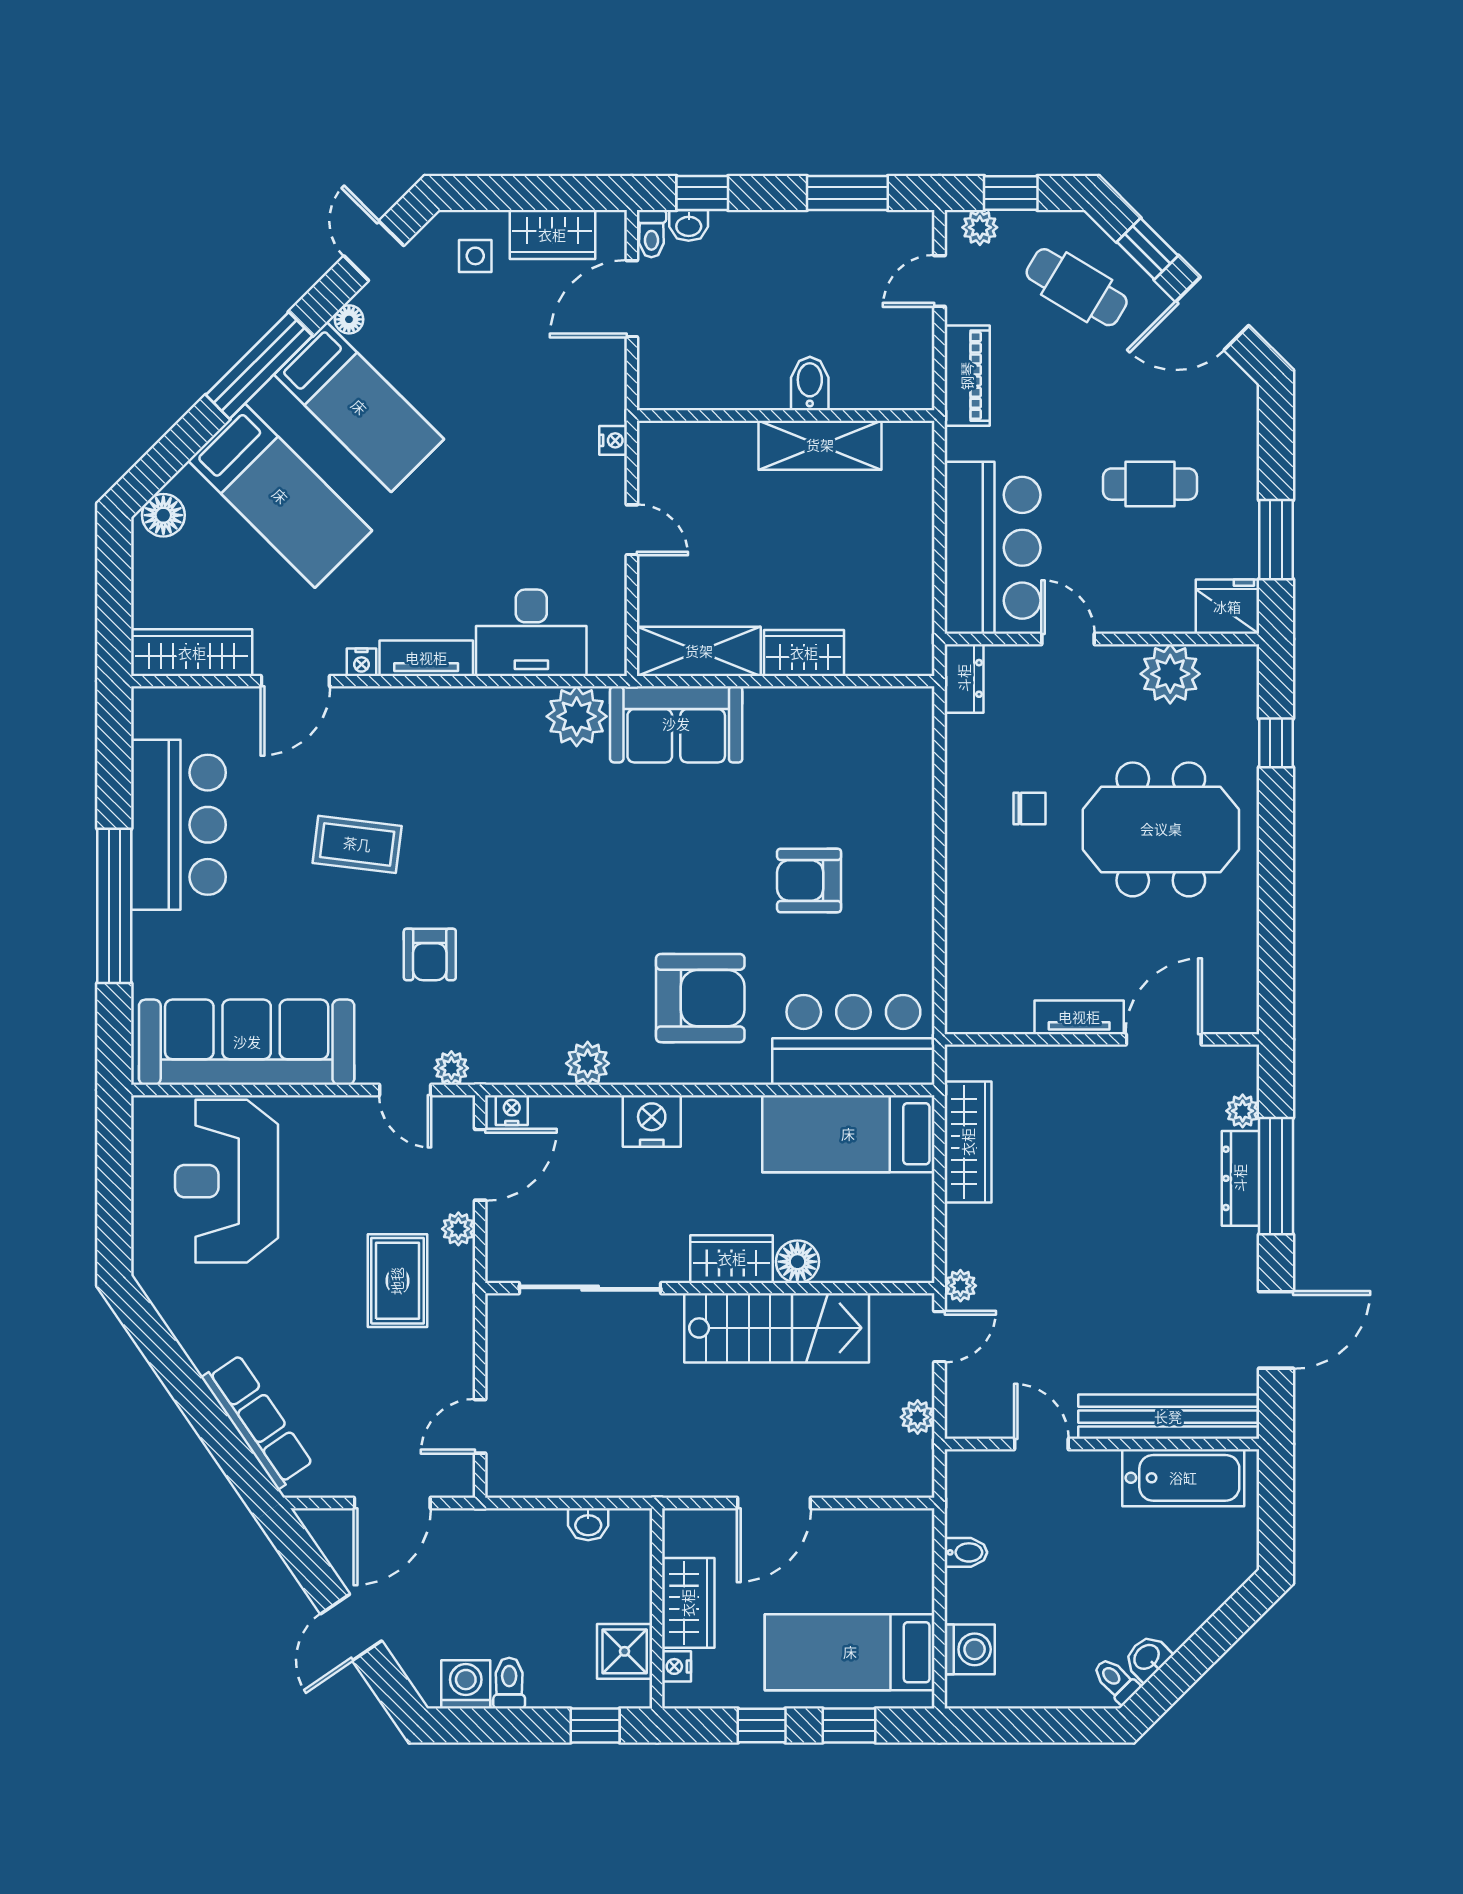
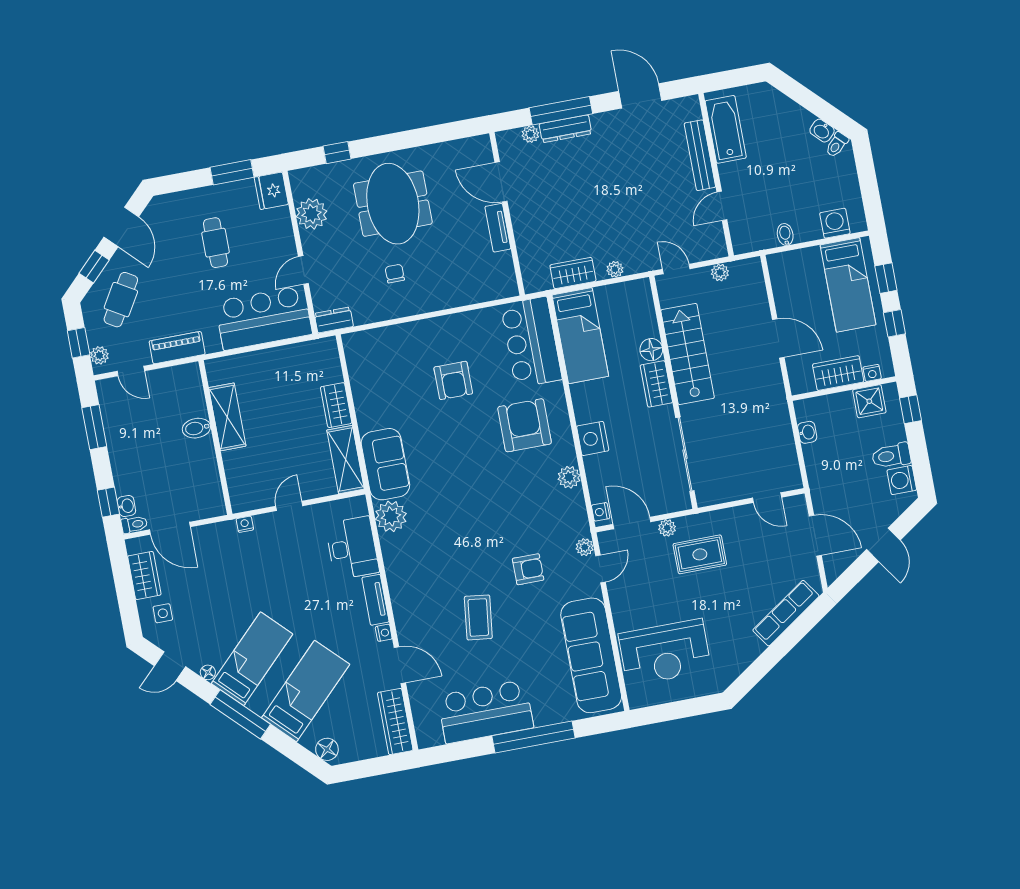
wardrobe: (968, 1142) -> (573, 273), width x0.67
plant: (960, 1286) -> (615, 269), moved
bench: (1168, 1417) -> (700, 155), width x0.73, depth x0.82
door: (351, 1627) -> (883, 545), hinge flipped
toilet: (509, 1683) -> (891, 456), width x1.37, depth x1.39

